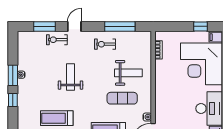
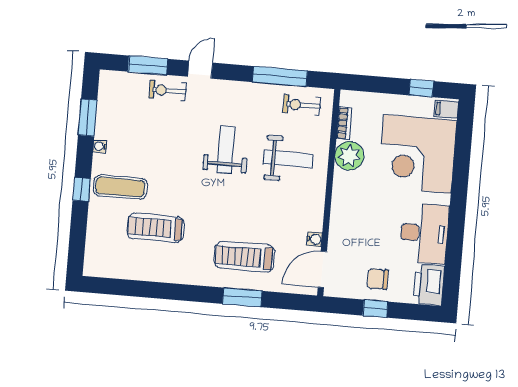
exercise bike: (105, 44) -> (302, 105), moved
plant: (163, 68) -> (349, 156), added
window: (13, 75) -> (88, 118), moved
weight bench: (71, 77) -> (226, 150), moved
exercise mat: (122, 98) -> (120, 187), moved

